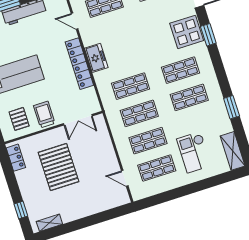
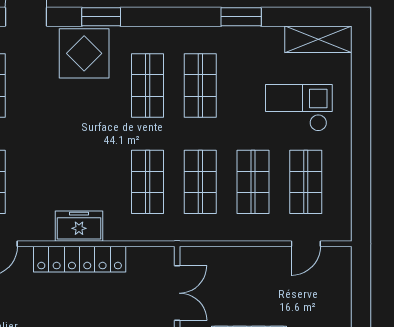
checkout: (194, 152) -> (299, 108), turned 180

